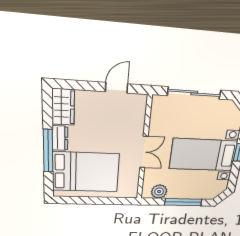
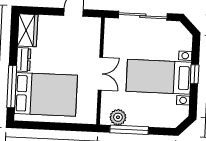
window: (48, 151) -> (12, 87), moved
window: (183, 202) -> (129, 130), moved

